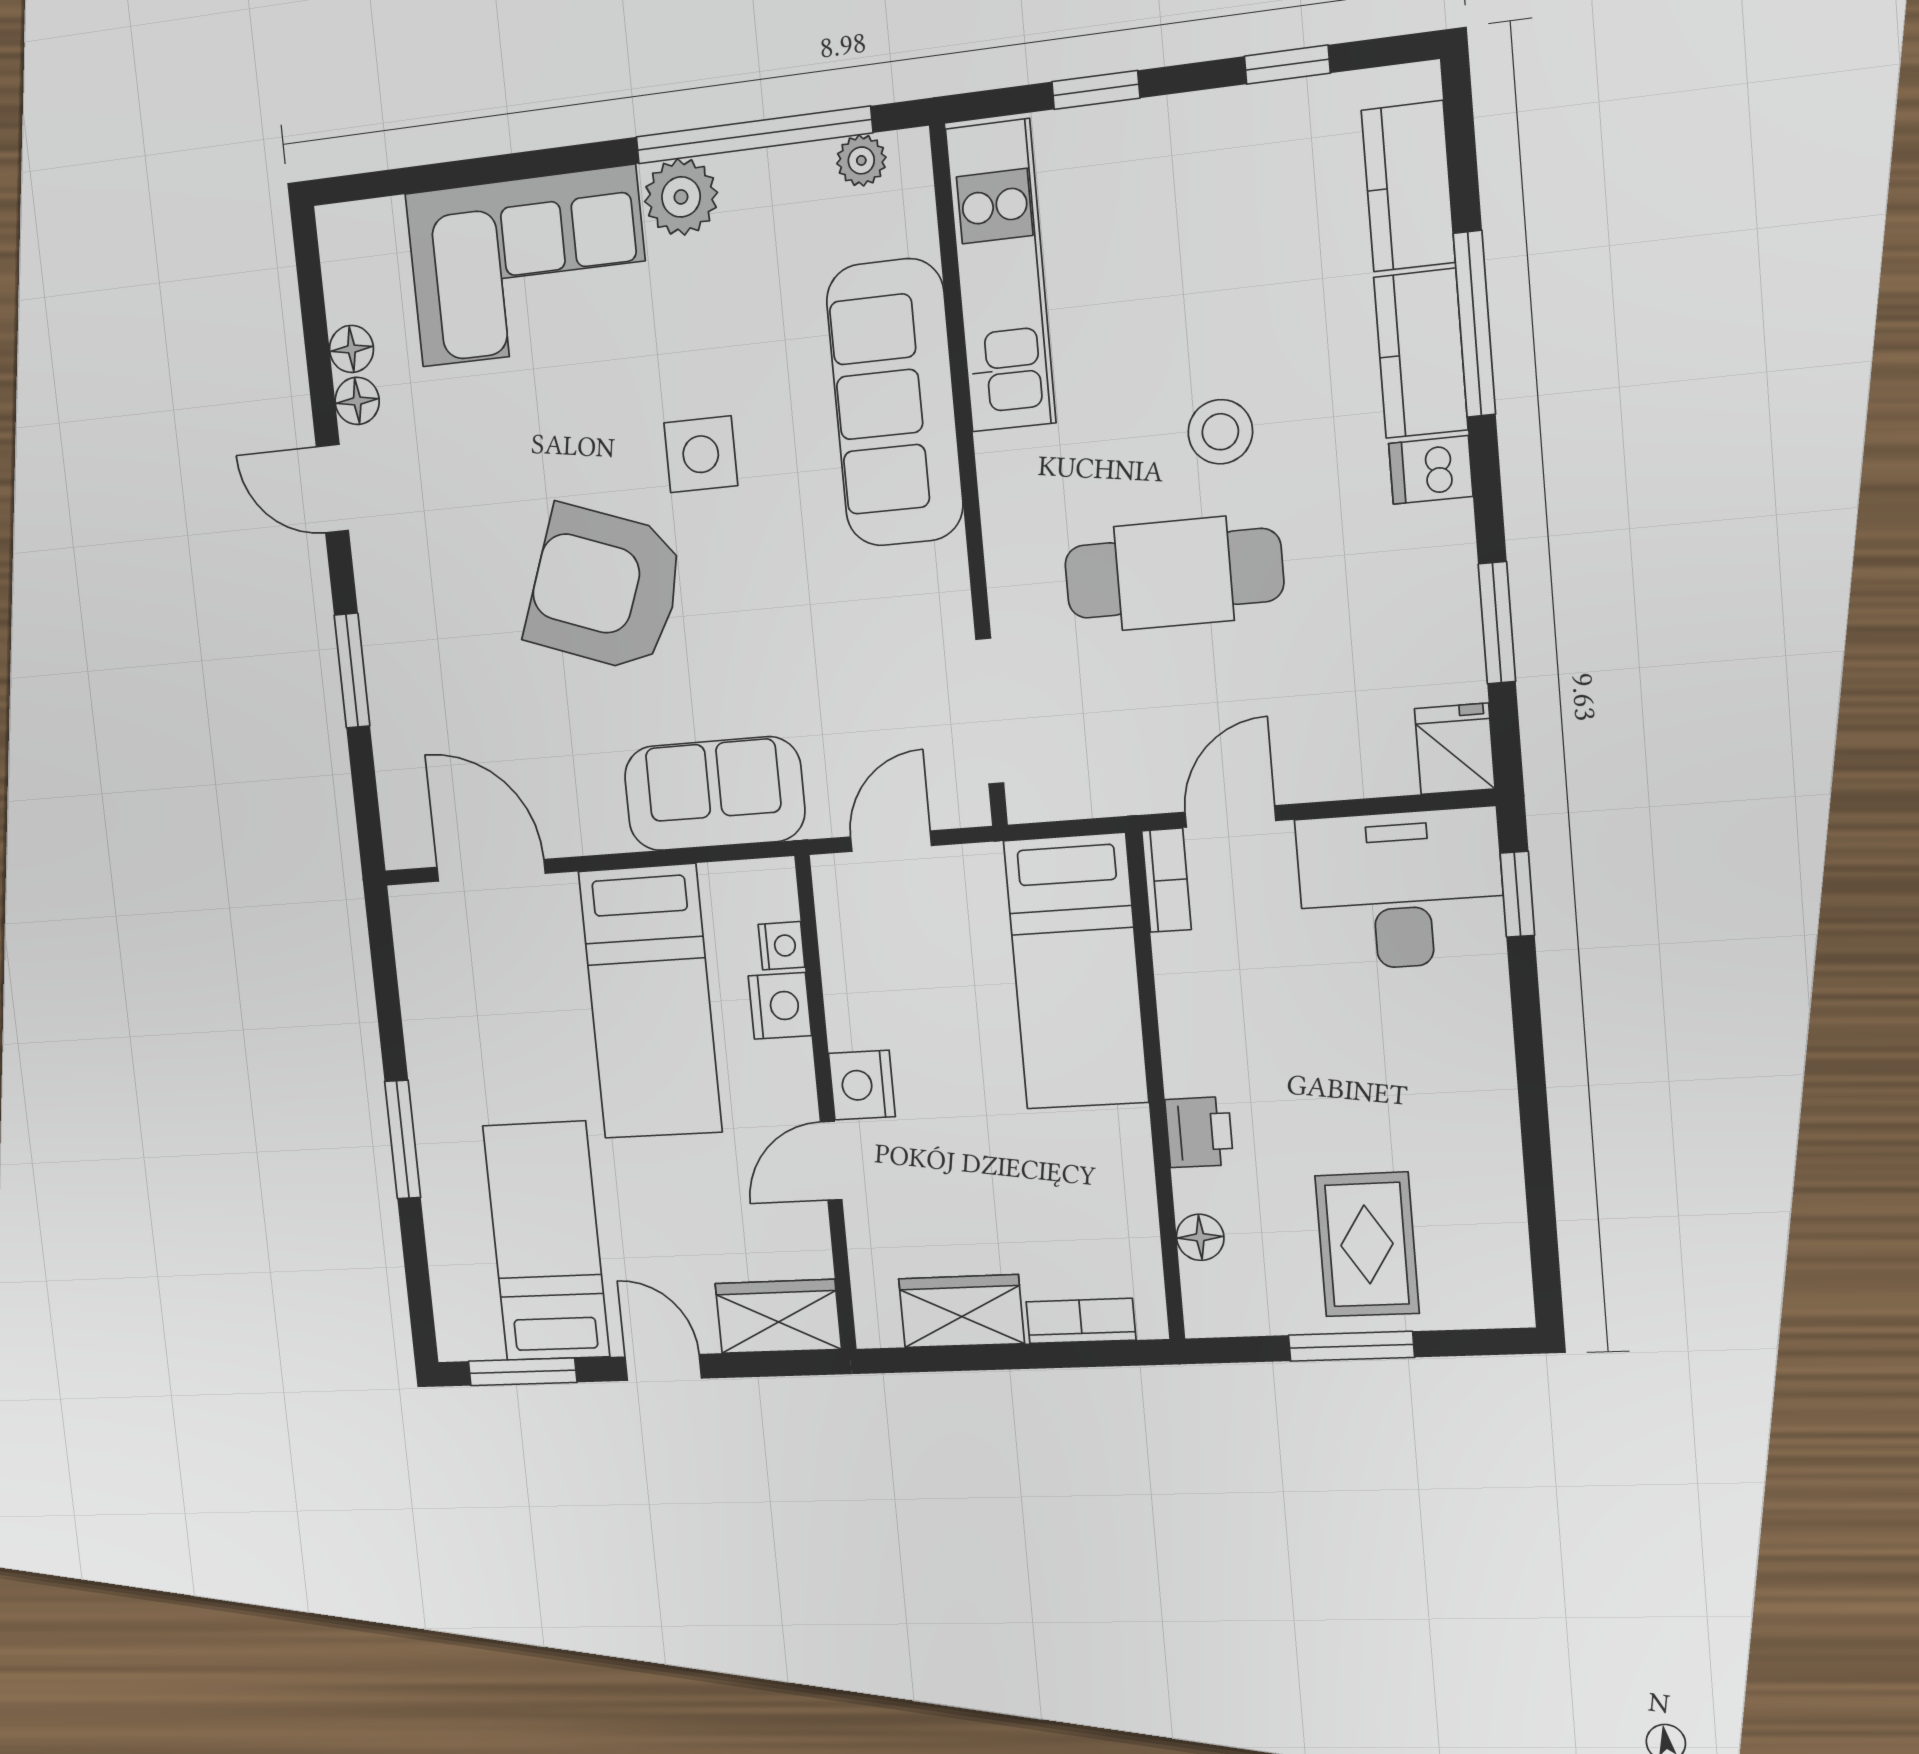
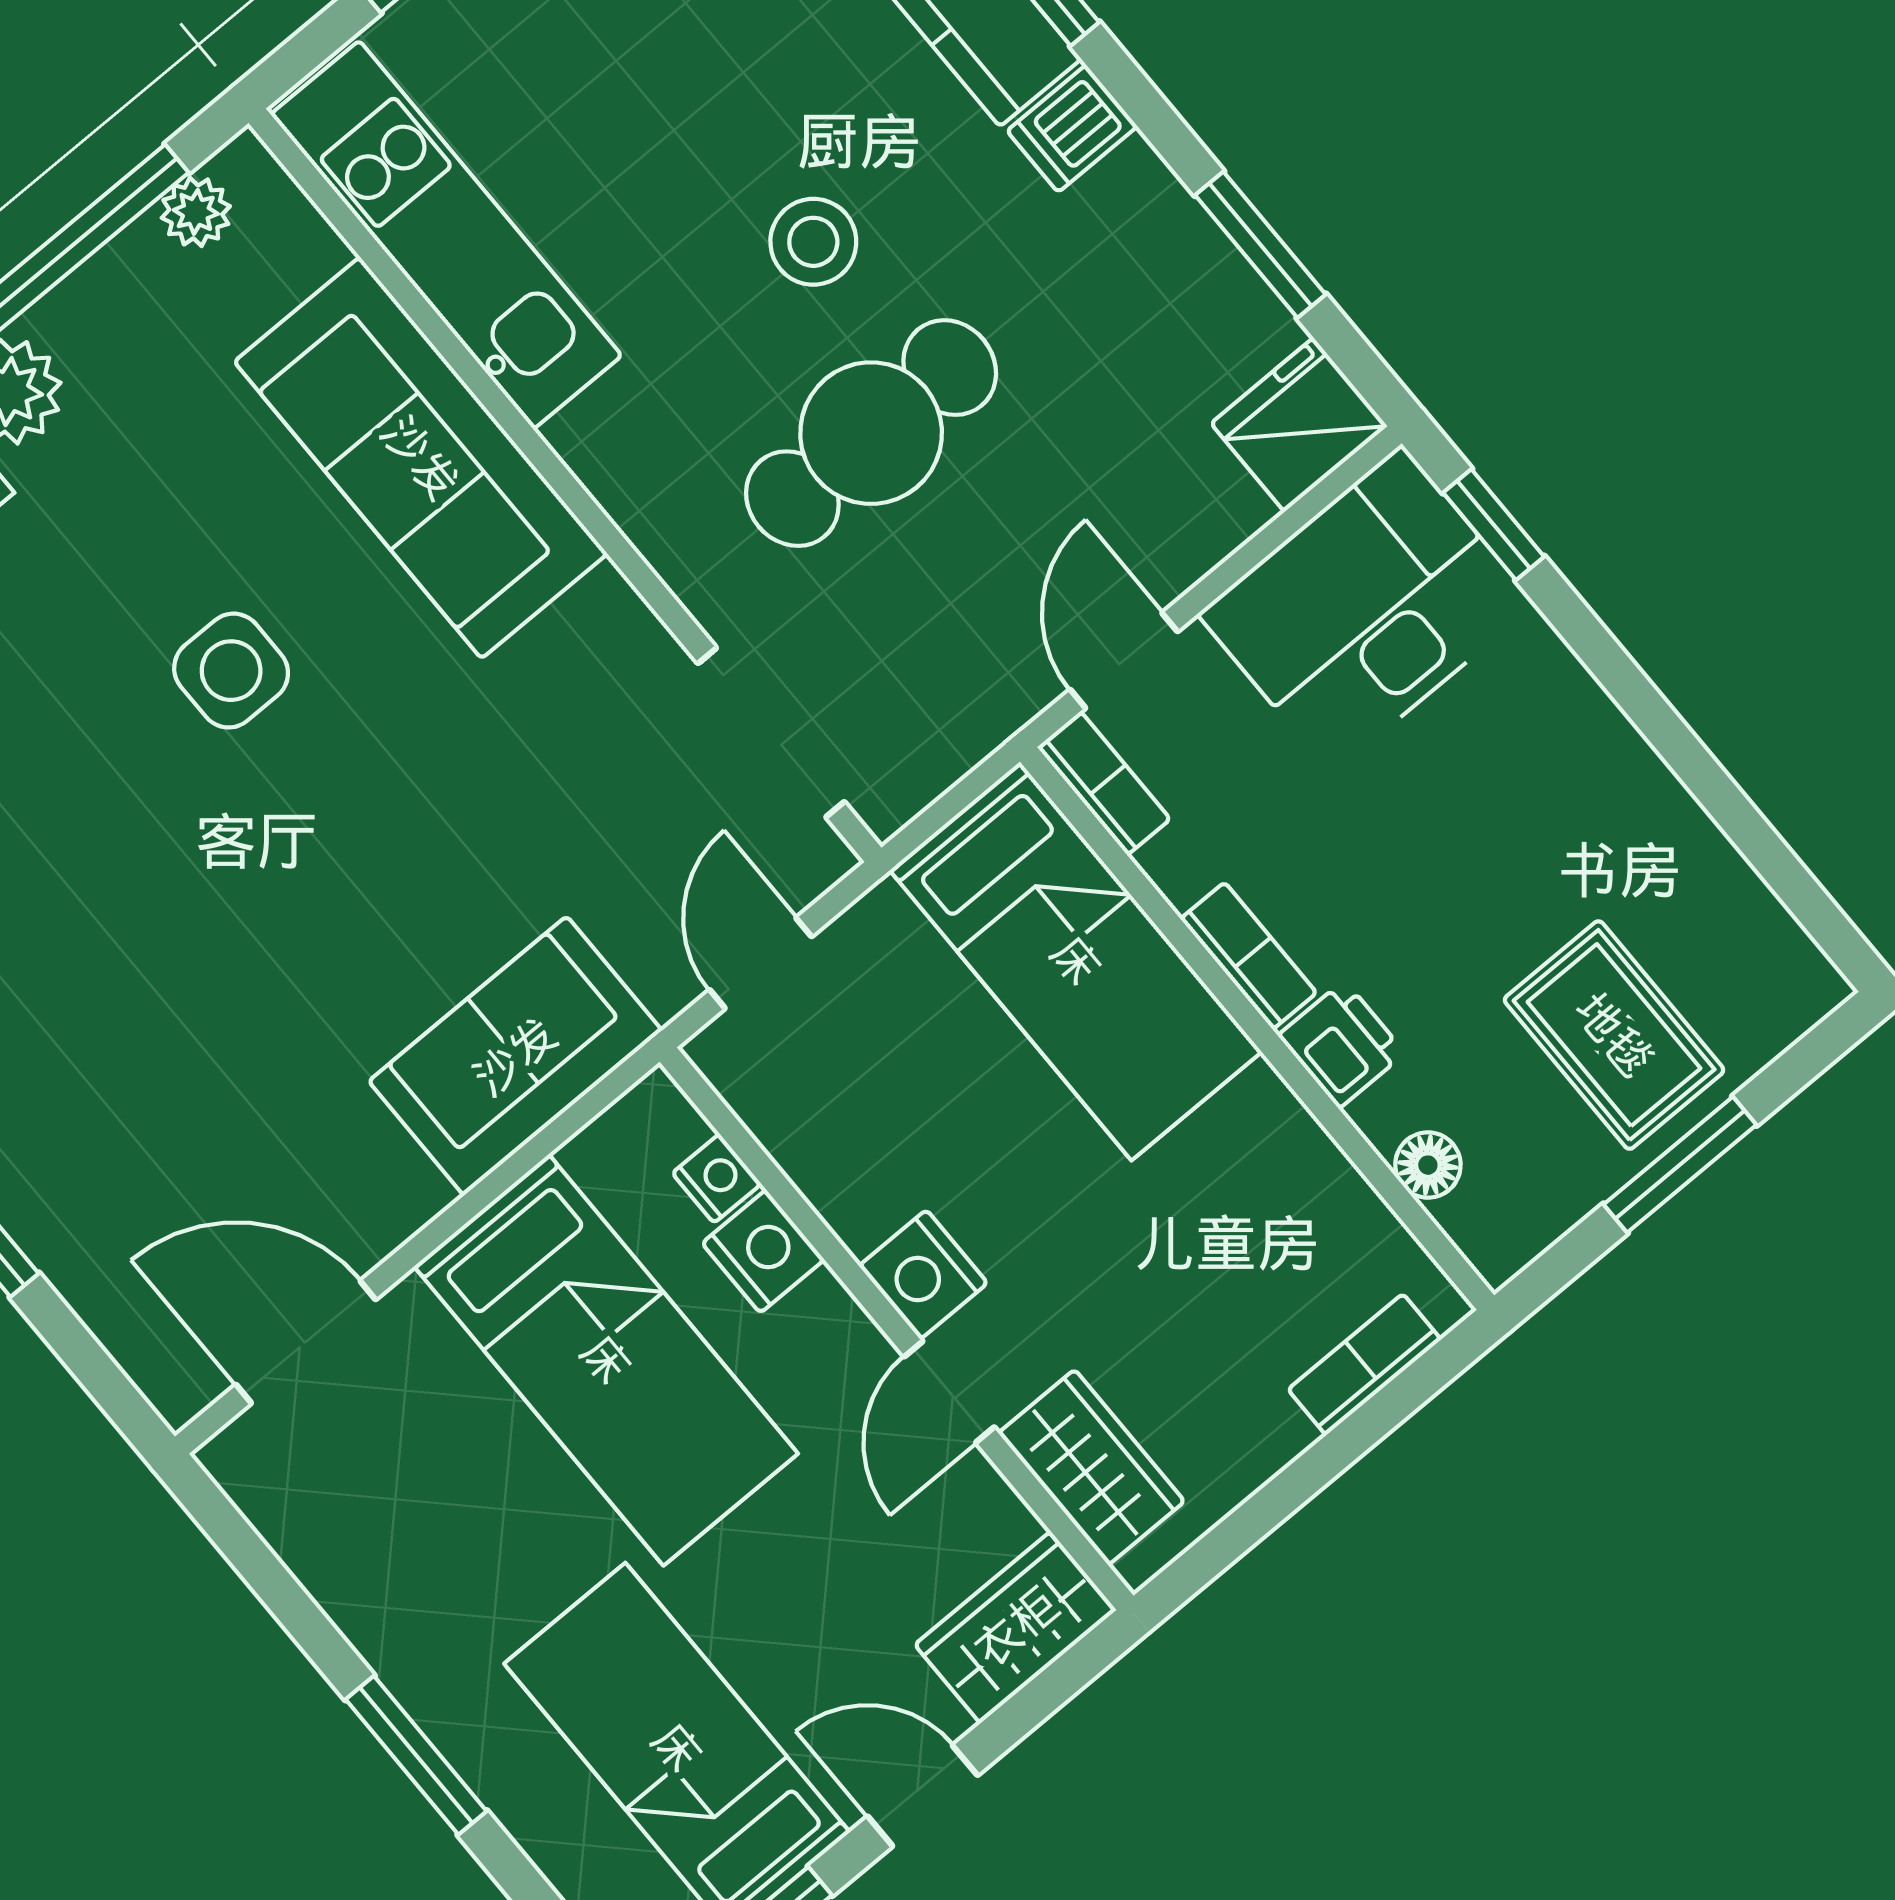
armchair: (605, 589) -> (221, 906), removed
fridge: (1455, 749) -> (1299, 425), width x1.38
bookcase: (1181, 1042) -> (1249, 956), added
wardrobe: (961, 1311) -> (1091, 1467), moved, turned 90

